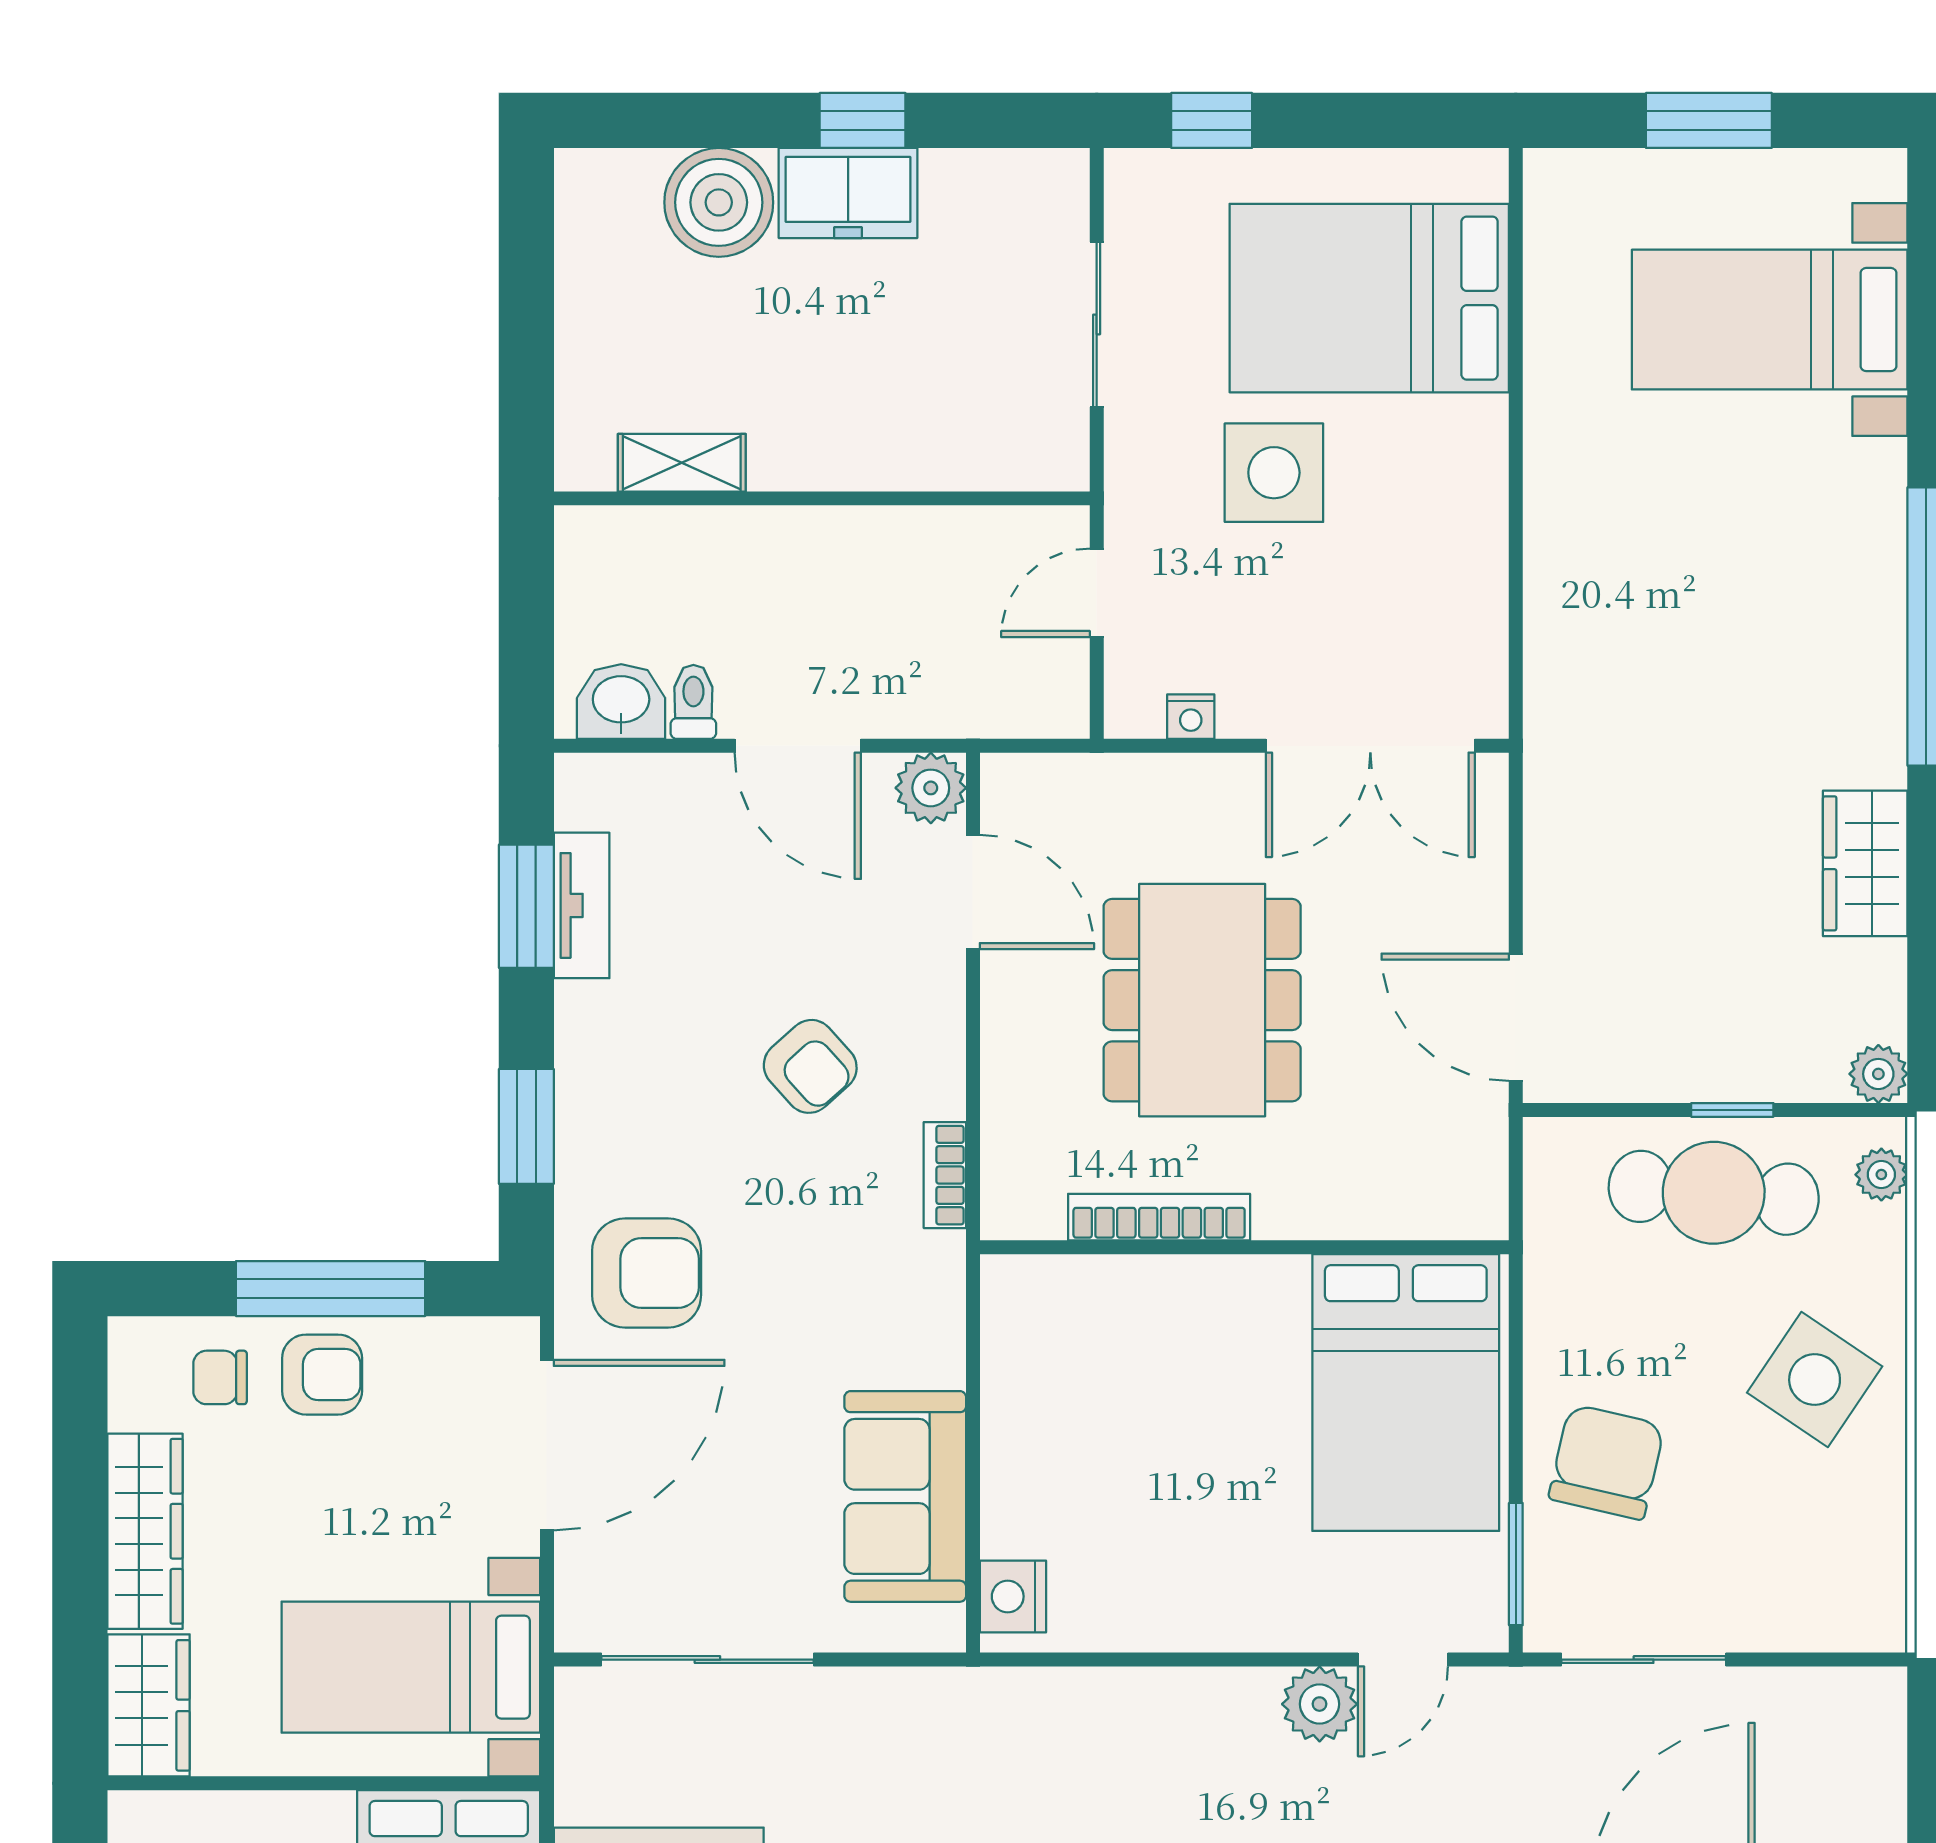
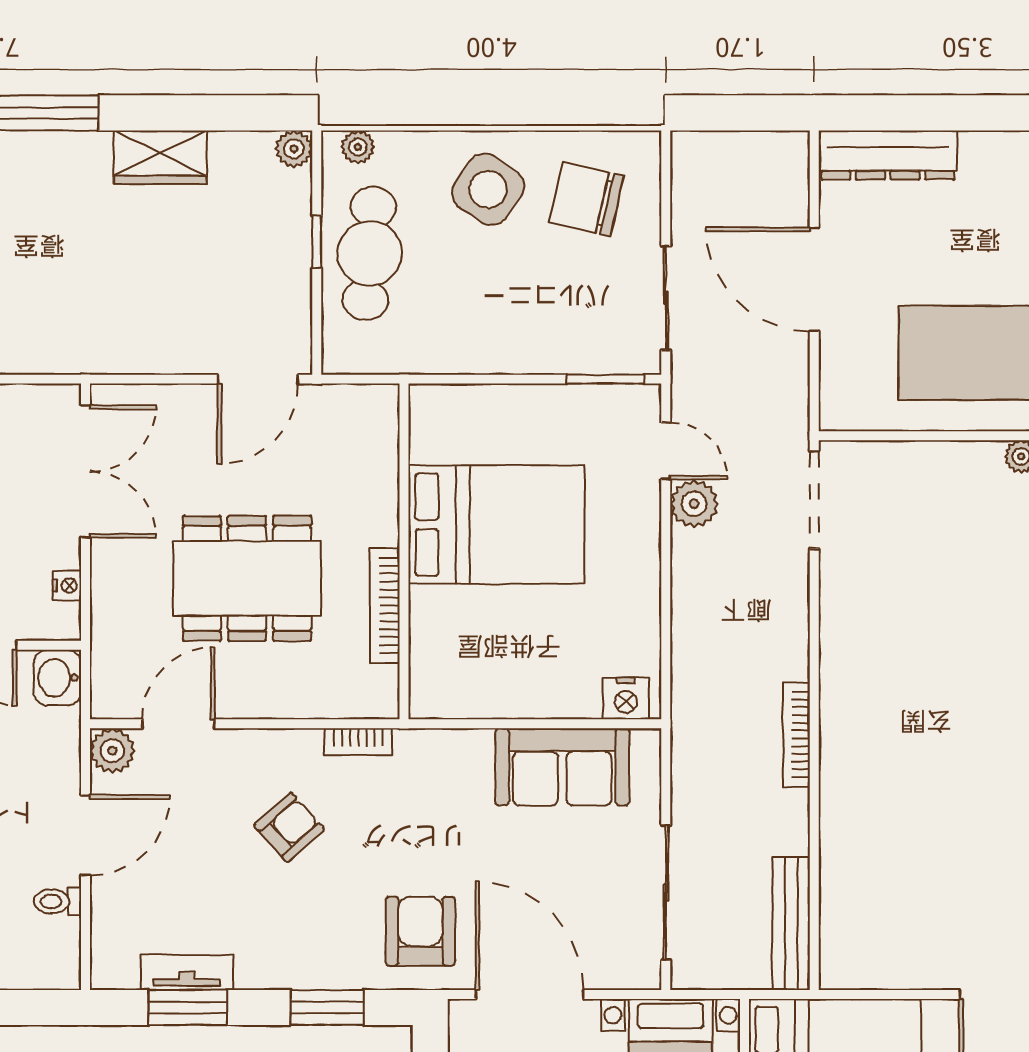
washbasin: (621, 702) -> (57, 678), moved
bed: (1406, 1393) -> (496, 525), moved
chair: (1607, 1462) -> (586, 199), moved

